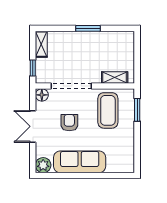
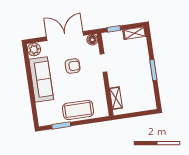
doorway: (71, 86) -> (103, 63), width x0.53
coffee table: (108, 110) -> (78, 110), moved
window: (137, 110) -> (61, 125), moved
double door: (33, 126) -> (65, 36), width x1.37

